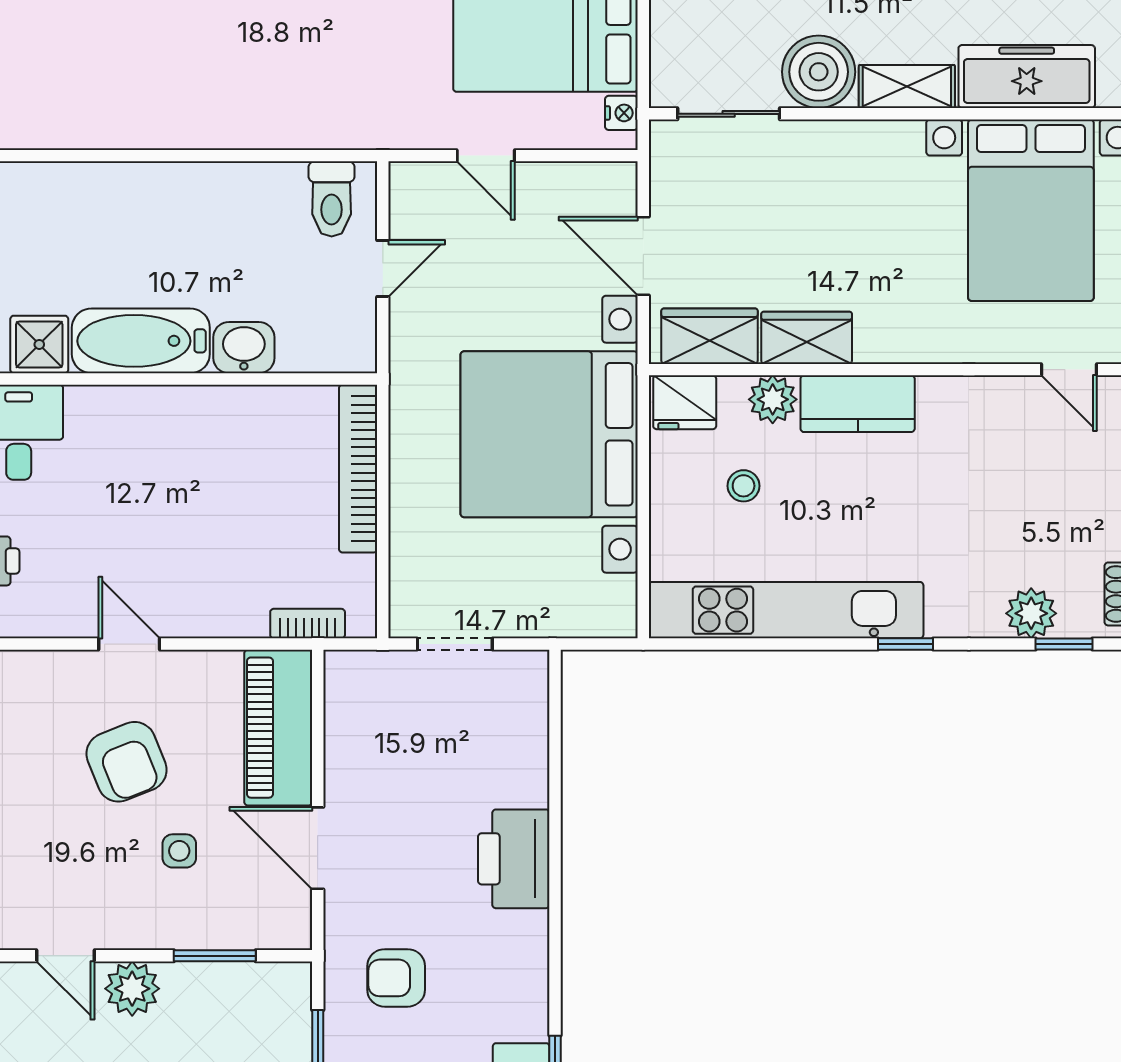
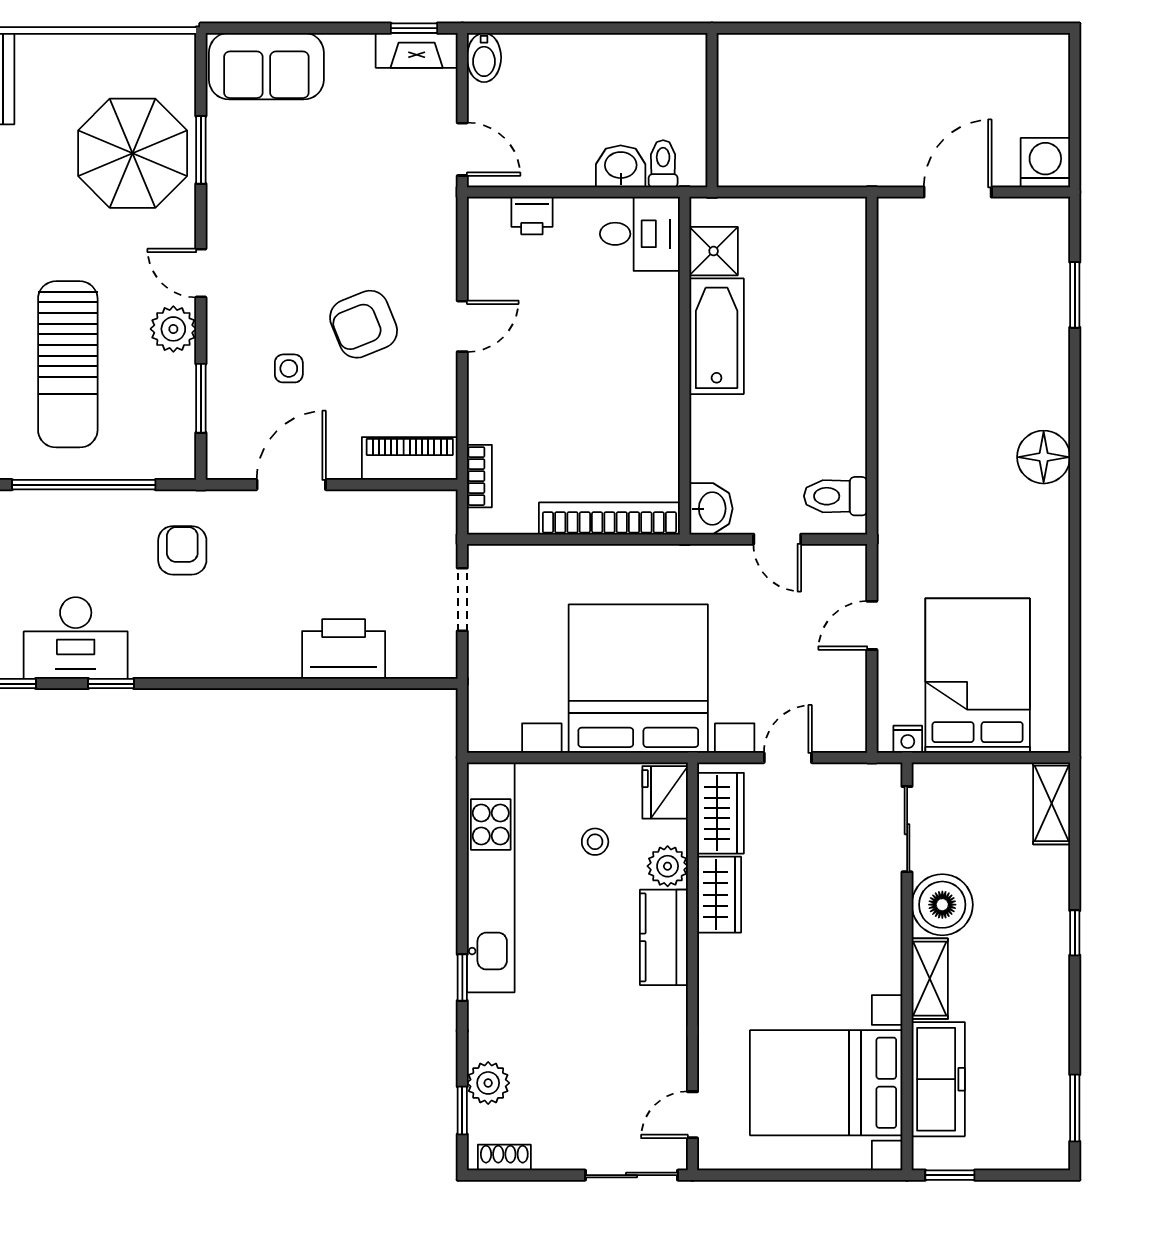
door: (643, 256) -> (788, 758), width x0.73
washbasin: (244, 348) -> (711, 509), moved
piano: (278, 728) -> (410, 458), width x0.73, depth x0.75
printer: (514, 859) -> (344, 649), moved
door: (66, 956) -> (201, 273), hinge flipped

